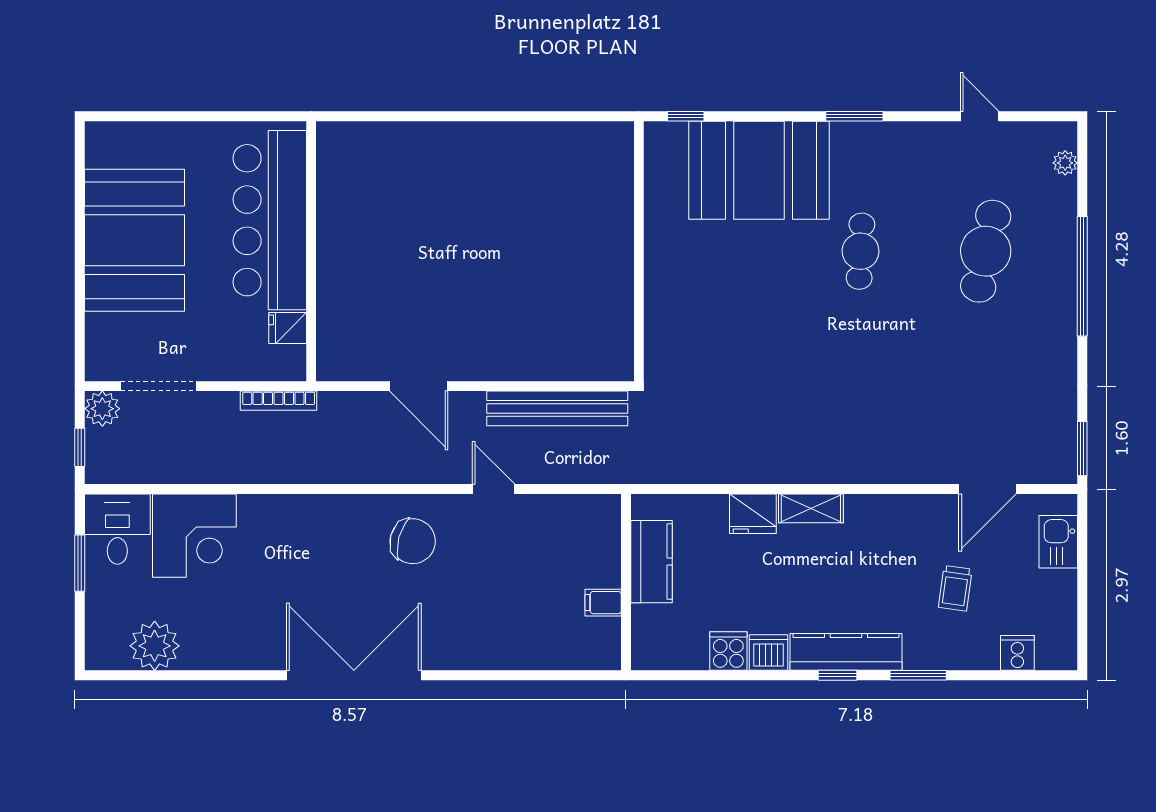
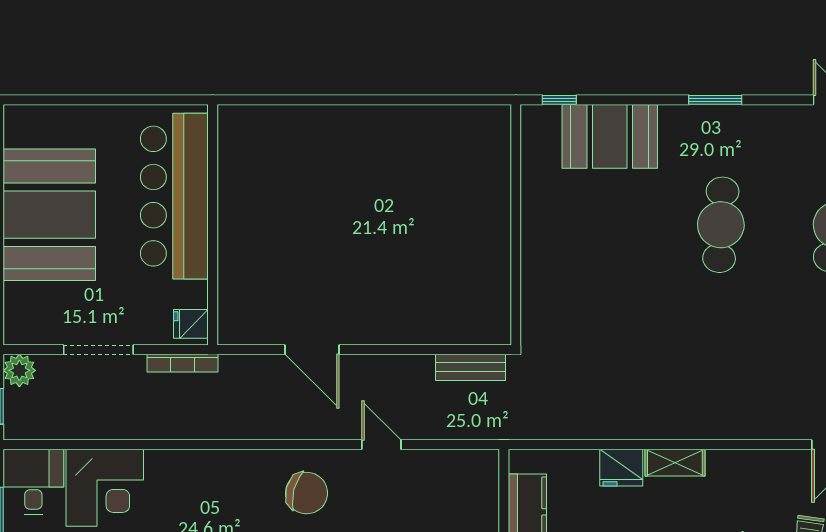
booth: (759, 170) -> (610, 136), width x0.73, depth x0.70
cafe table: (861, 251) -> (721, 225), width x1.37, depth x1.35
fridge: (288, 328) -> (191, 324), moved
doorway: (159, 386) -> (98, 350), moved
bench: (557, 408) -> (471, 367), width x0.54, depth x0.82

